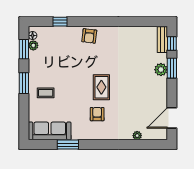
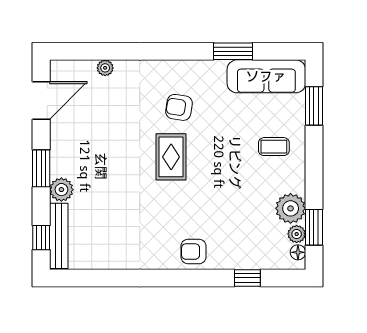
armchair: (89, 36) -> (194, 252), turned -97
bench: (162, 40) -> (59, 236), width x1.36
plant: (37, 59) -> (291, 208), added
window: (172, 68) -> (41, 168), moved
window: (24, 83) -> (314, 106), moved
armchair: (97, 114) -> (179, 107), turned 99

